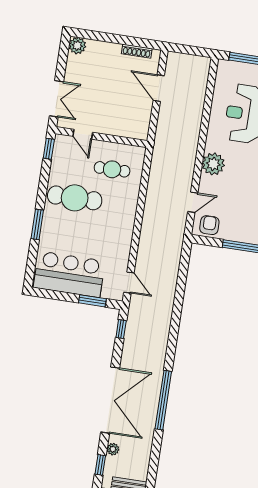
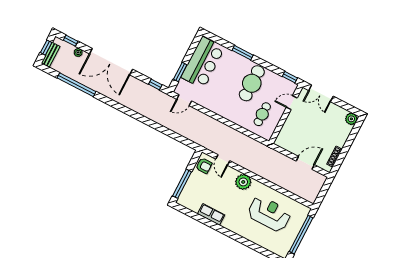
window: (163, 400) -> (77, 85), moved

